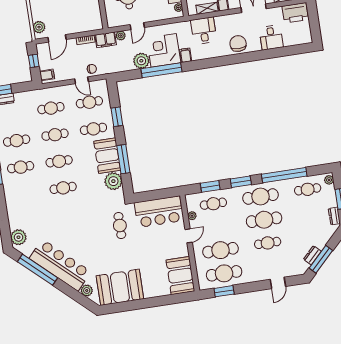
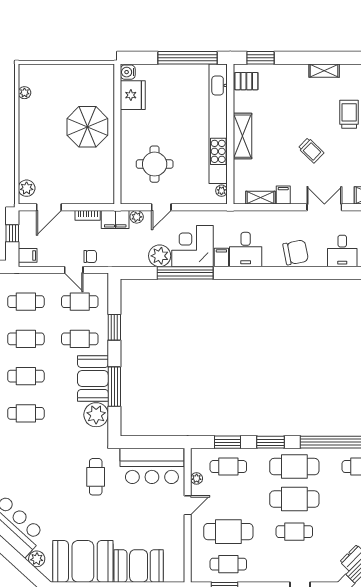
desk: (204, 31) -> (246, 249), moved, turned 180
chair: (238, 44) -> (296, 252), turned 79
cafe table: (224, 273) -> (228, 564), width x0.73, depth x0.74
booth: (180, 276) -> (139, 566), moved, turned 90

